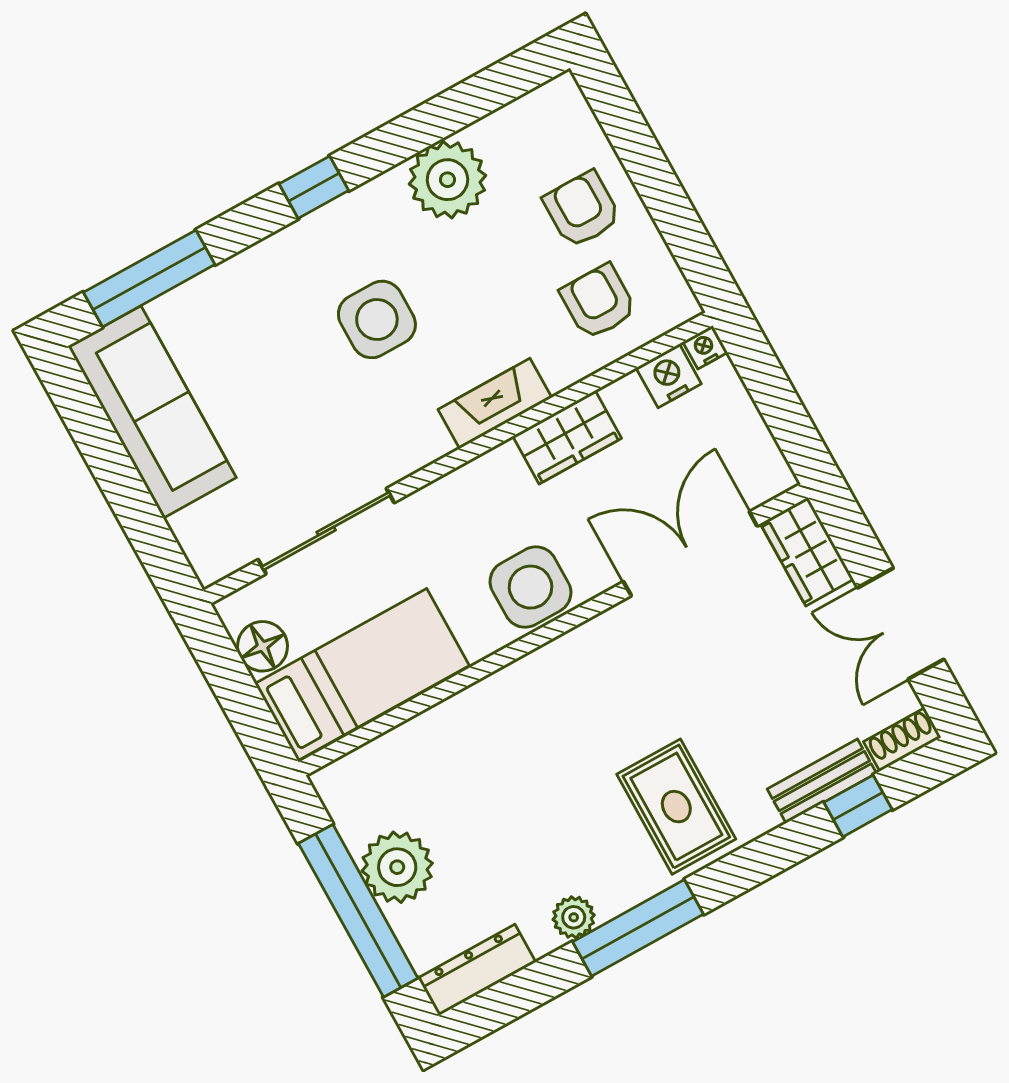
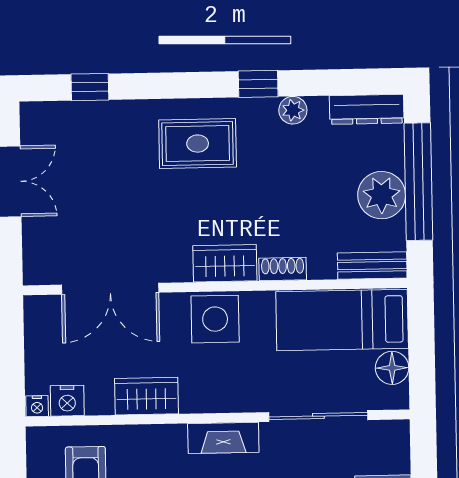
fireplace: (495, 403) -> (223, 438), moved
wardrobe: (807, 551) -> (225, 263), moved, turned -90
shoe rack: (902, 740) -> (283, 269), moved, turned 180
bench: (822, 781) -> (372, 266), moved
rug: (676, 807) -> (198, 144), turned 90
window: (638, 928) -> (258, 84), width x0.46

